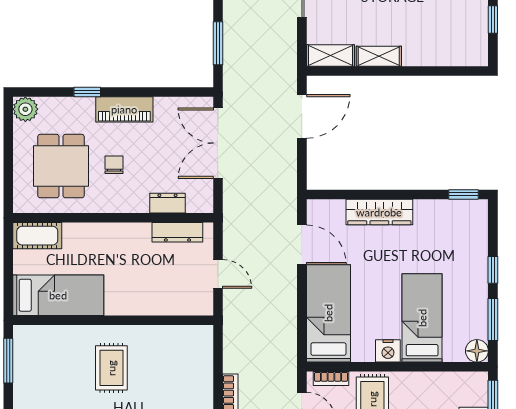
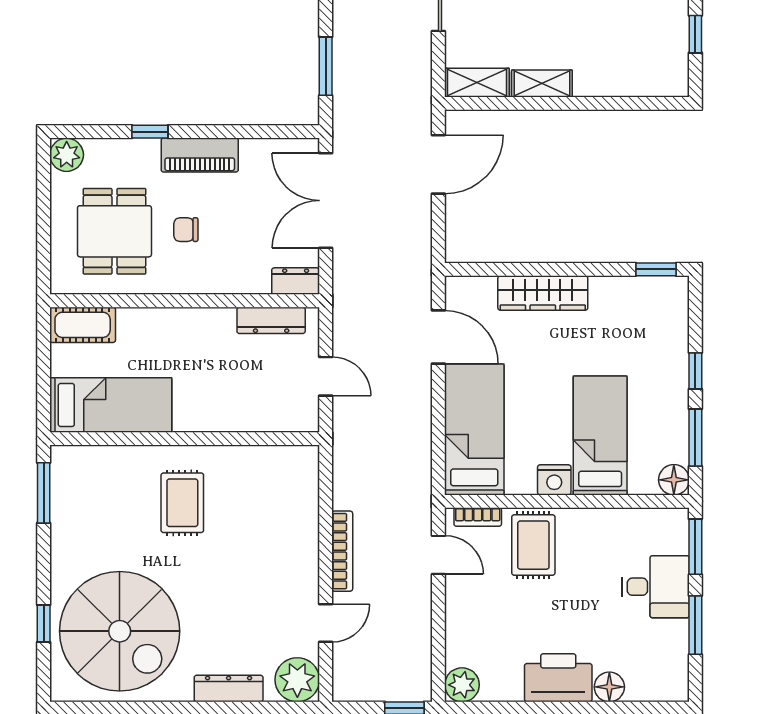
chair: (114, 165) -> (186, 230), turned -90
dresser: (167, 203) -> (296, 281), moved

